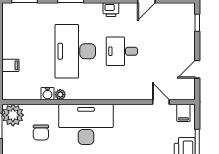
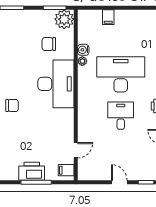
door: (197, 69) -> (119, 182), moved

